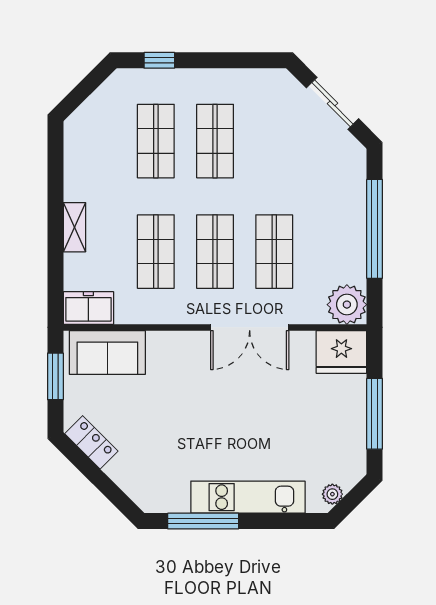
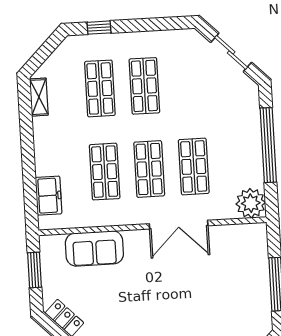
shelving: (74, 227) -> (39, 97), moved
freezer: (88, 308) -> (49, 196), moved, turned 90
fridge: (341, 352) -> (249, 239), removed
sofa: (107, 353) -> (94, 248), moved

